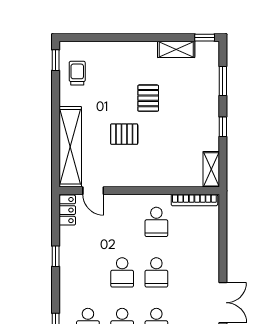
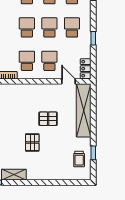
window: (56, 60) -> (93, 153), moved
school desk: (122, 222) -> (49, 61), added
school desk: (88, 272) -> (72, 27), added

